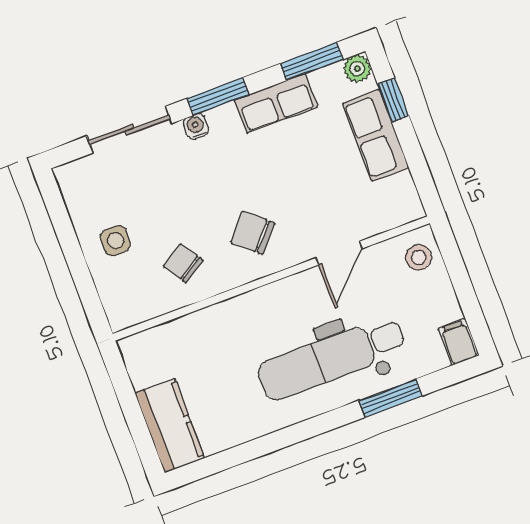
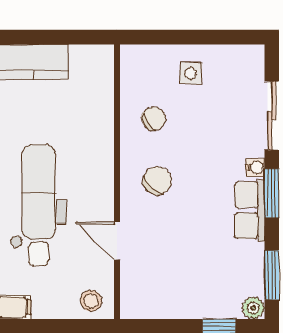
row of seats: (276, 104) -> (250, 210), moved
row of seats: (376, 135) -> (197, 303), removed

